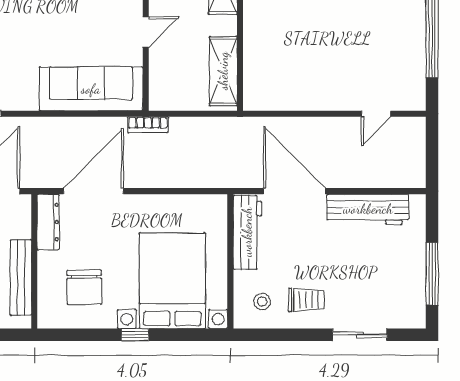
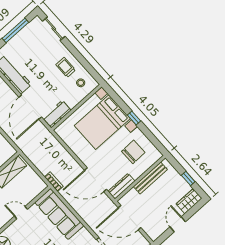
workbench: (247, 232) -> (57, 114), width x0.73
sliding door: (360, 335) -> (54, 29), moved

